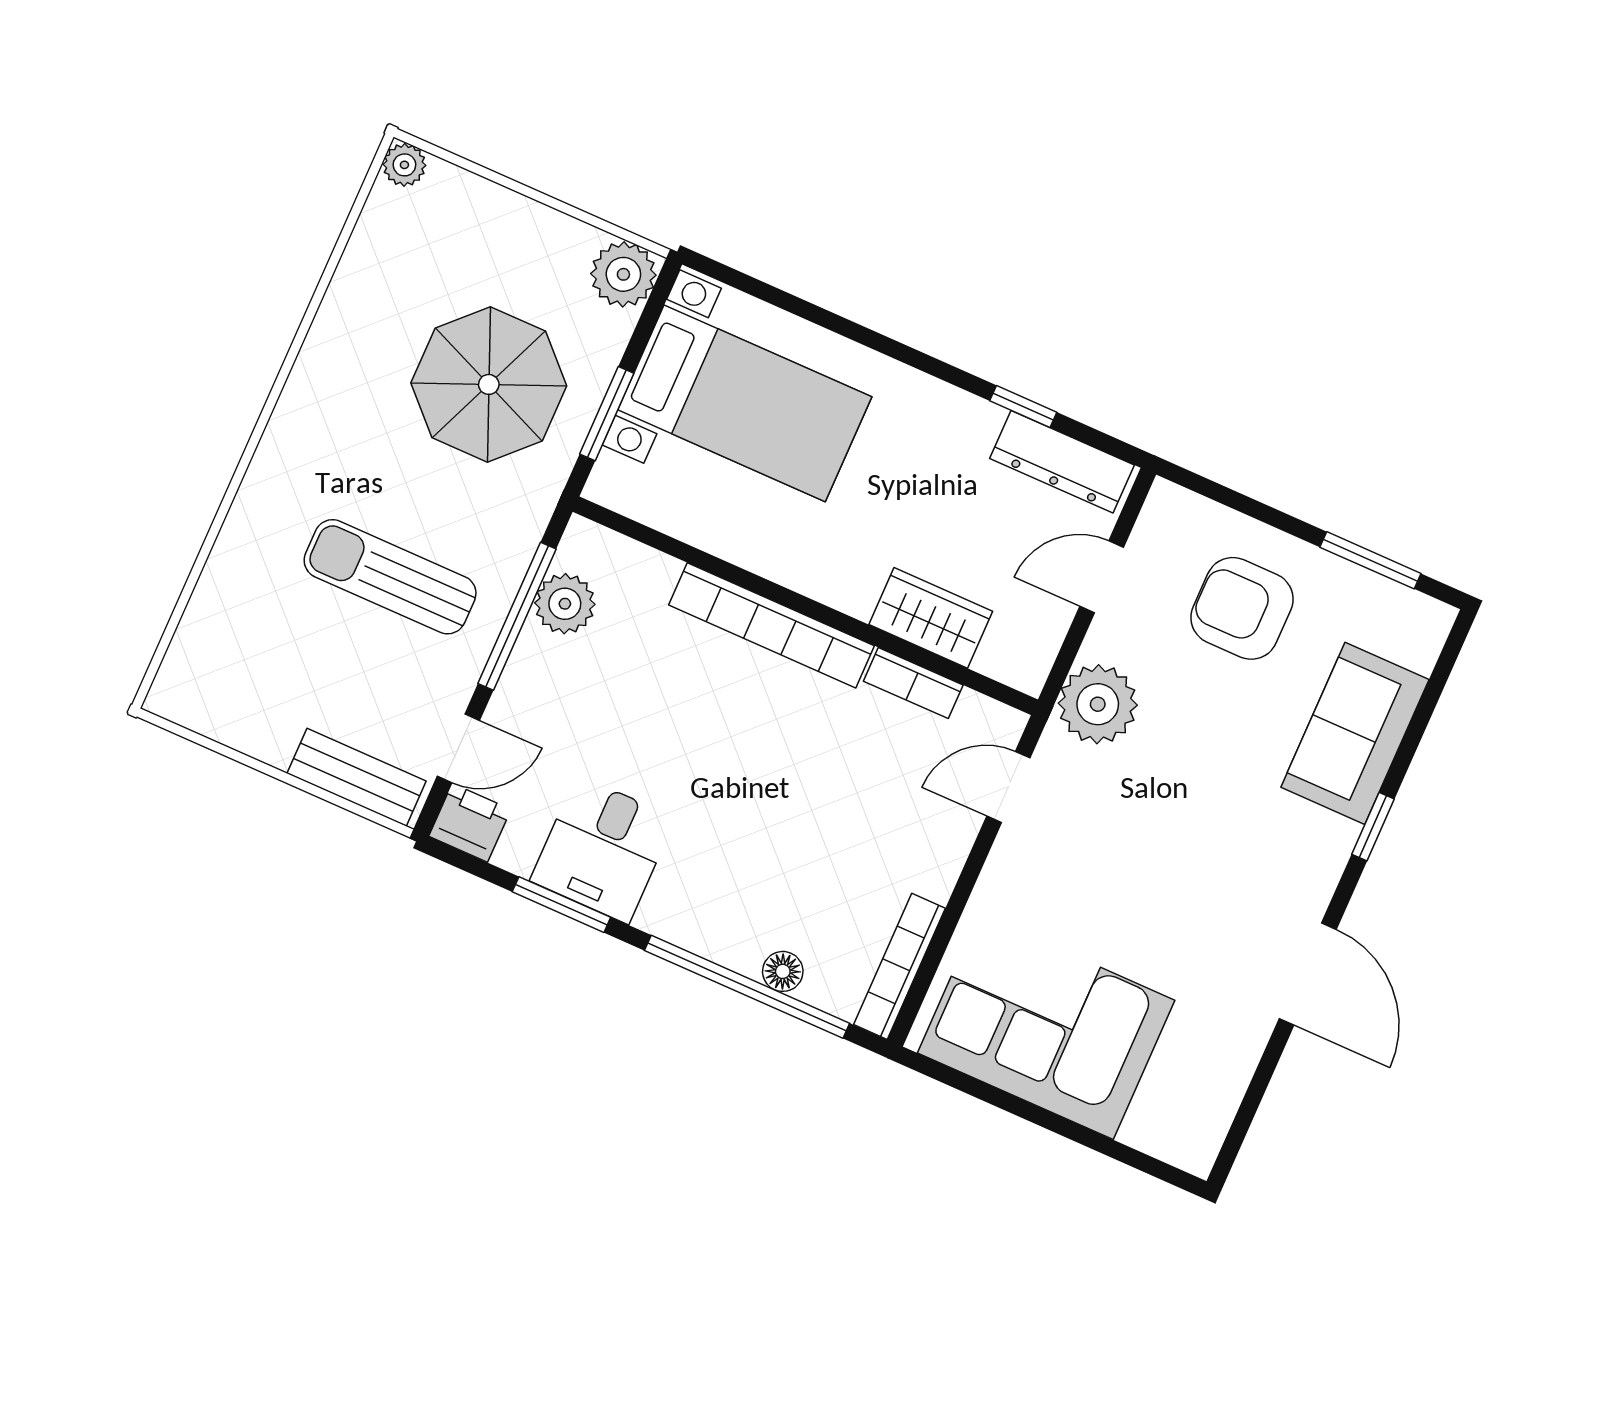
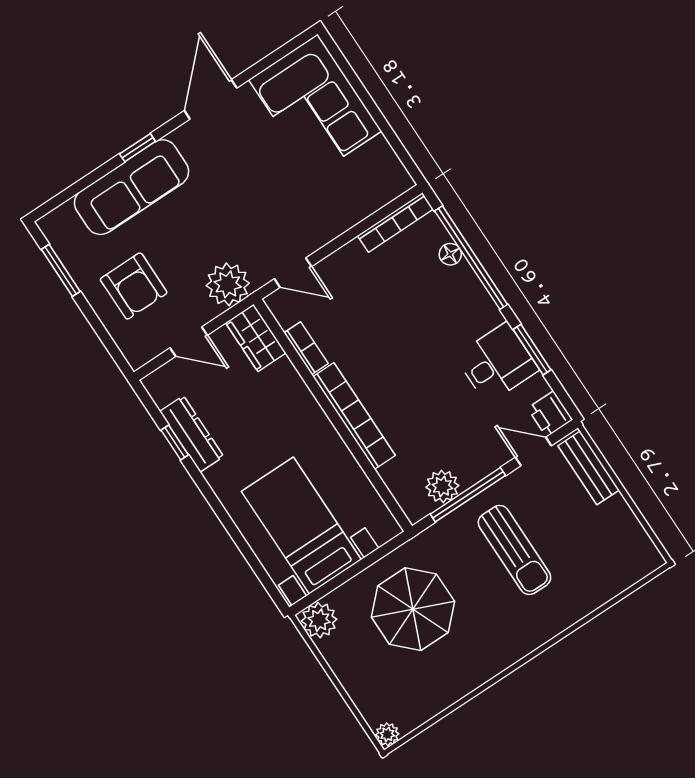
window: (607, 414) -> (368, 561), removed
dresser: (1062, 462) -> (192, 434), moved
wardrobe: (931, 618) -> (256, 338), moved
sofa: (1355, 733) -> (132, 187), width x1.36
corner sofa: (1046, 1027) -> (315, 105), moved

